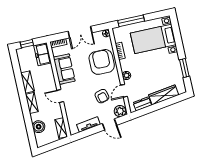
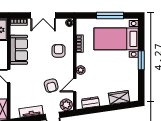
window: (131, 21) -> (110, 16), moved
armchair: (102, 62) -> (59, 51), width x0.53, depth x0.53
window: (184, 68) -> (141, 60), moved
wardrobe: (164, 95) -> (119, 97), width x0.67

